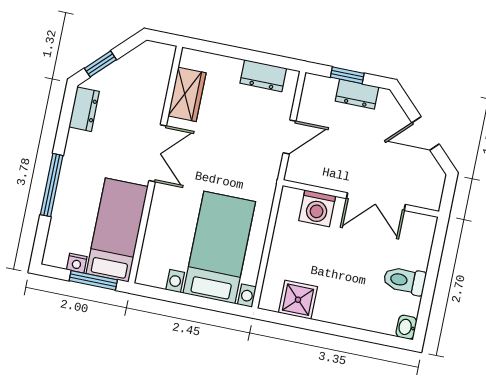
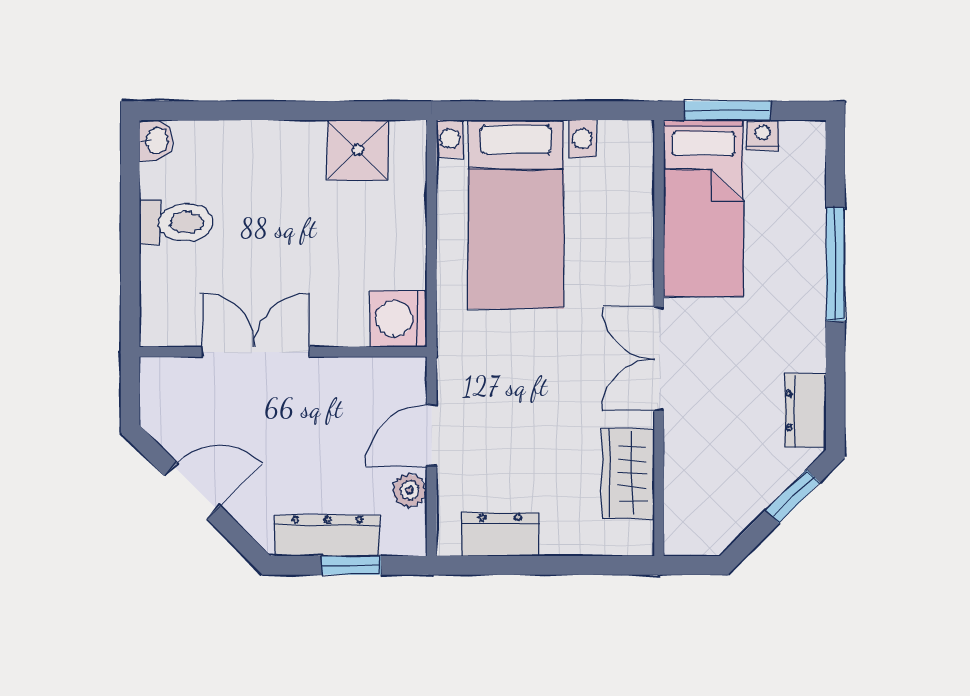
dresser: (357, 94) -> (327, 536), width x1.44
plant: (308, 109) -> (410, 490), added
washing machine: (317, 208) -> (399, 319), moved, turned -90

